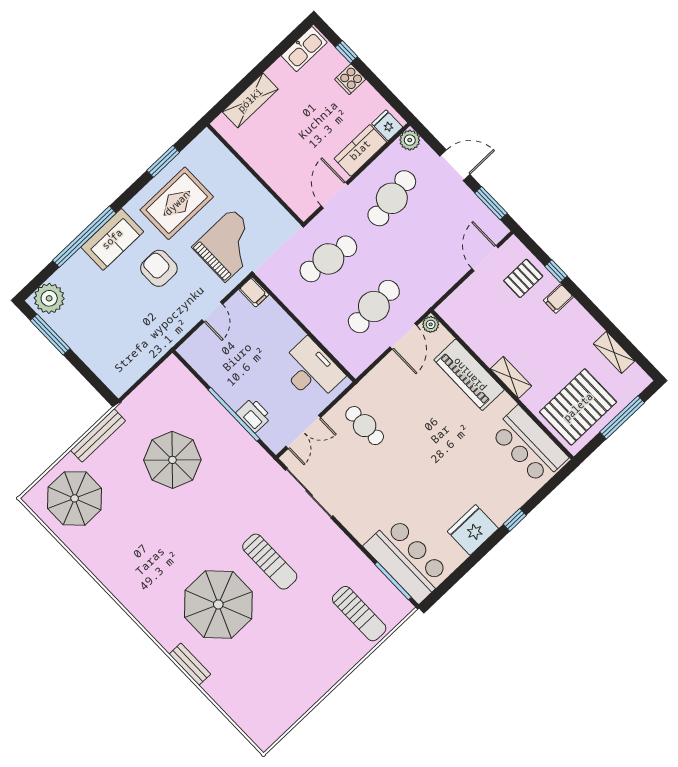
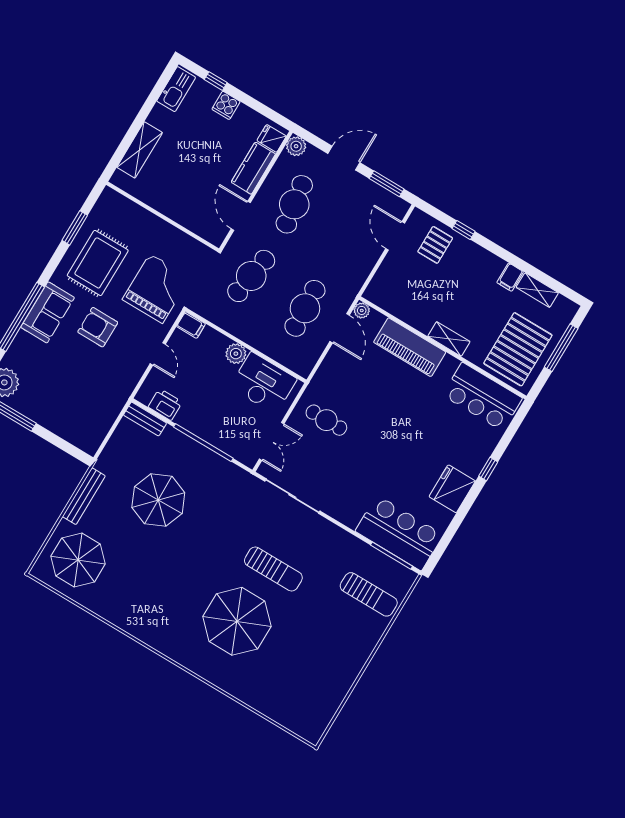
filing cabinet: (558, 299) -> (510, 277), moved
plant: (291, 333) -> (236, 354), added
printer: (254, 415) -> (165, 404), moved
bench: (190, 664) -> (145, 419), moved

